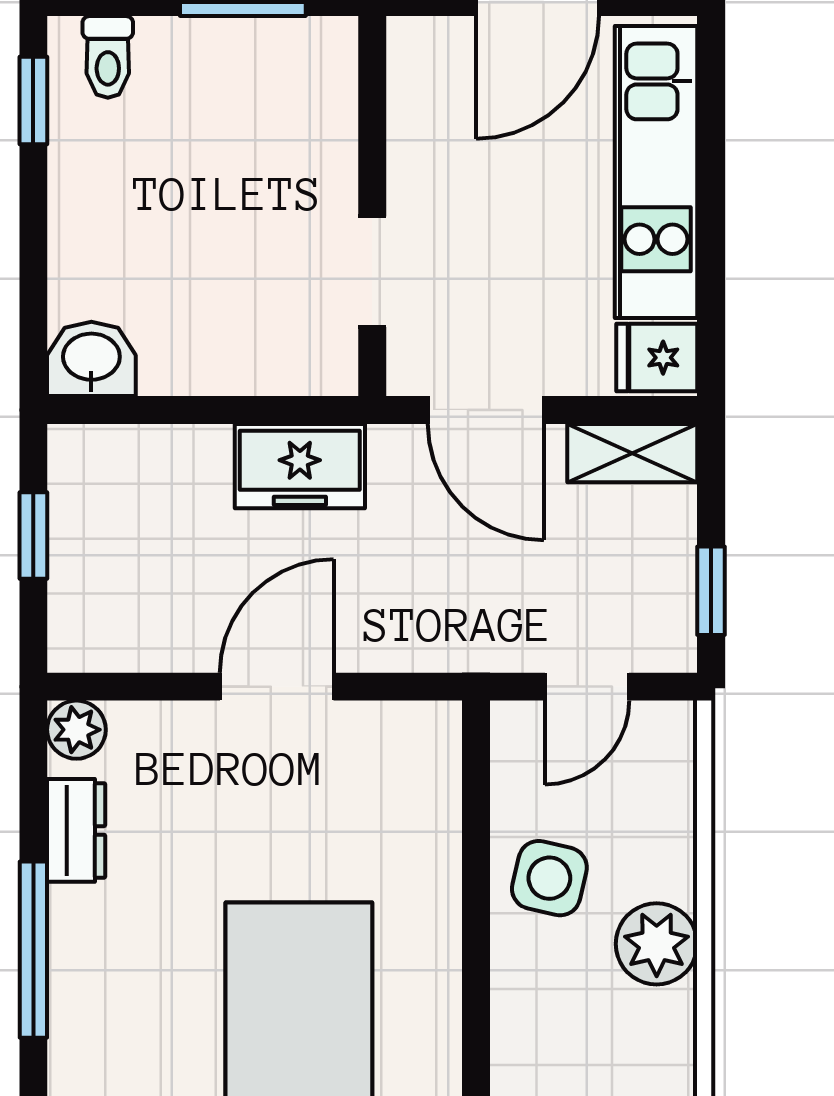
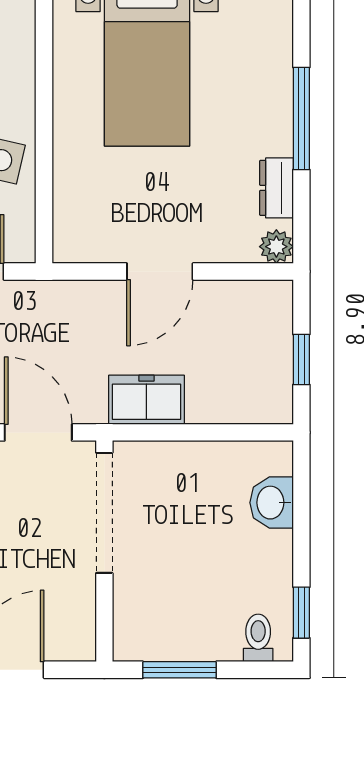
doorway: (372, 272) -> (104, 513), width x1.88
washbasin: (91, 359) -> (272, 503), moved, turned 90

